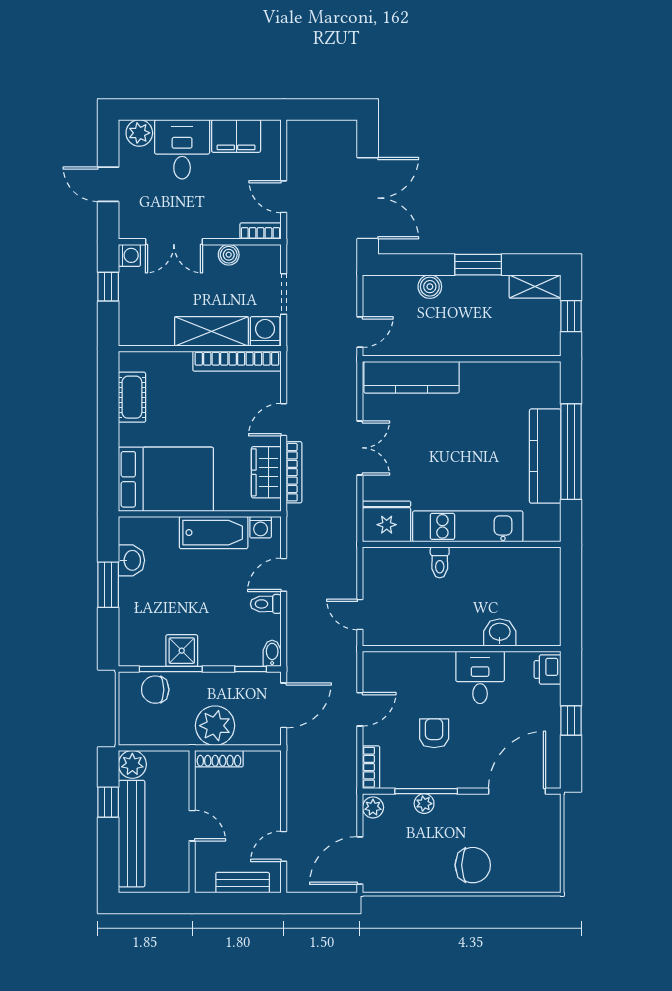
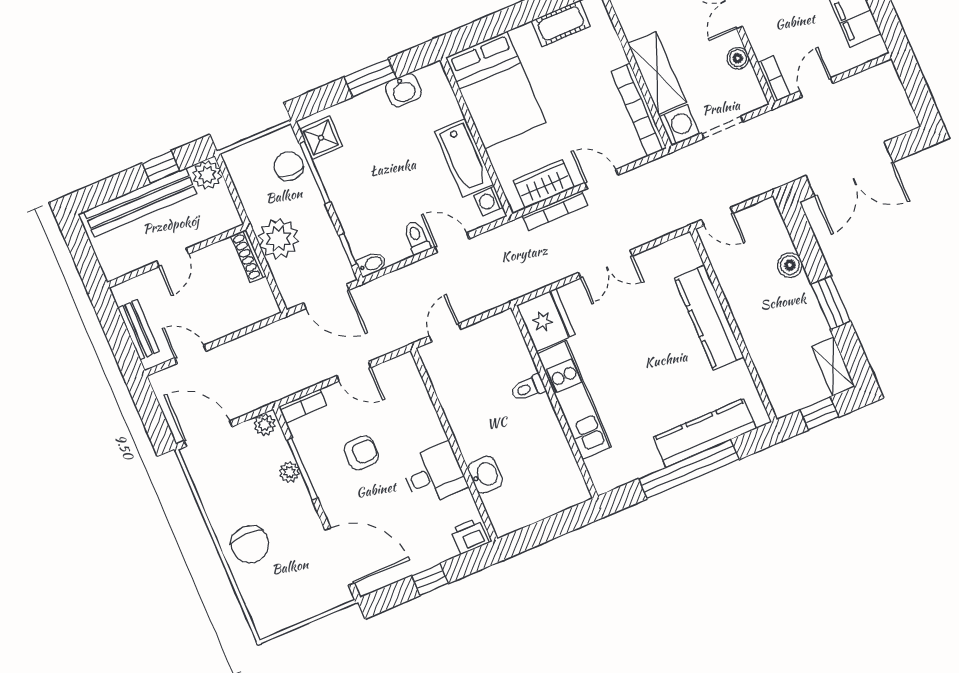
kitchen counter: (412, 377) -> (709, 318), moved
kitchen counter: (545, 456) -> (705, 433), moved
shower: (182, 651) -> (321, 138), moved

